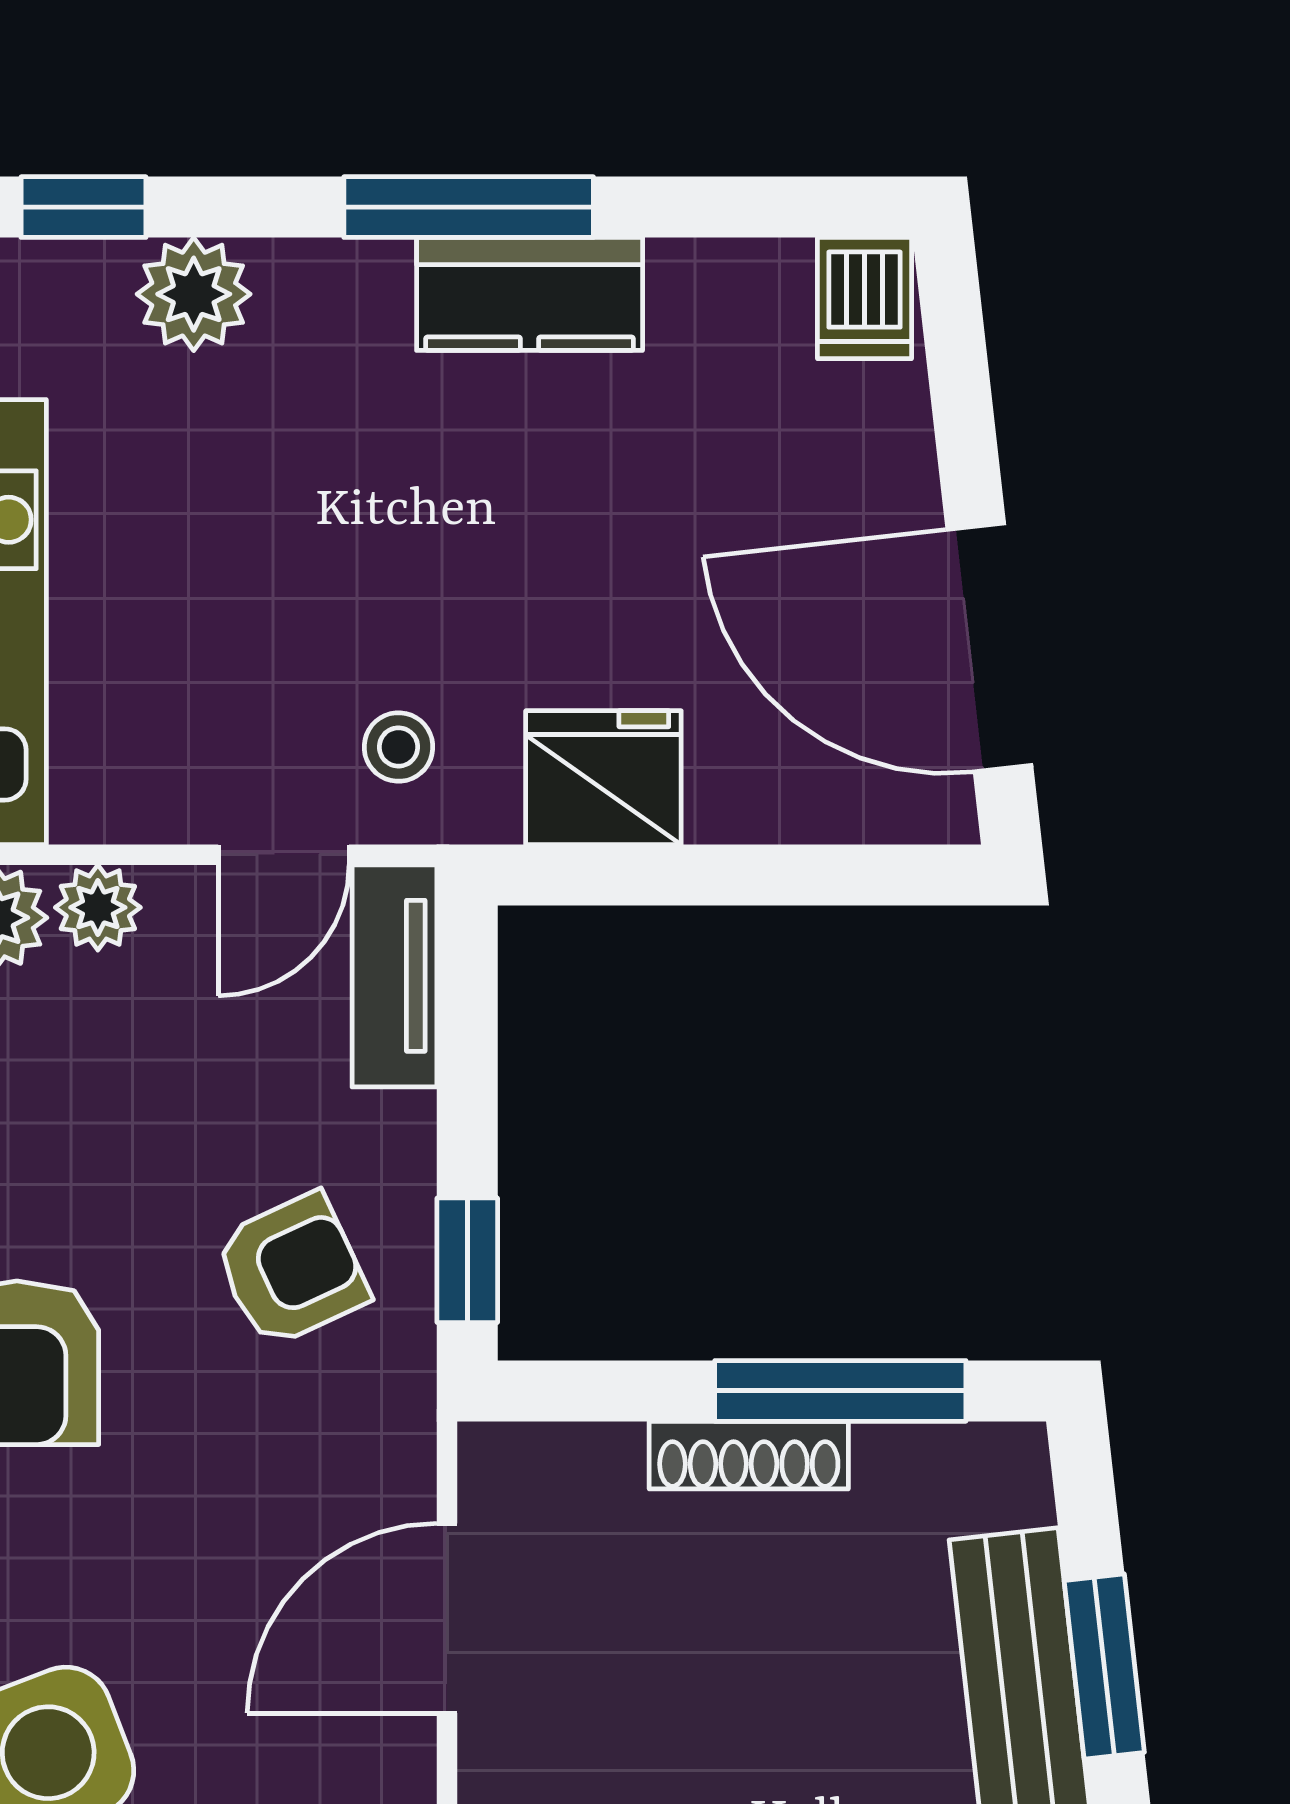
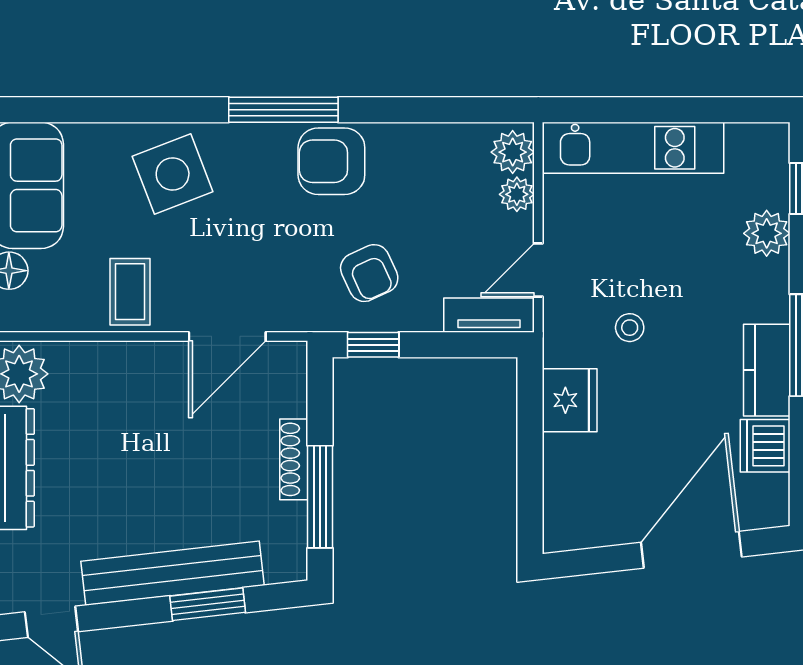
dishwasher: (864, 298) -> (765, 446), moved, width x1.38
door: (989, 647) -> (691, 550), moved
stool: (398, 747) -> (630, 328), moved
door: (284, 855) -> (538, 270), hinge flipped
door: (447, 1618) -> (227, 336), swing flipped

